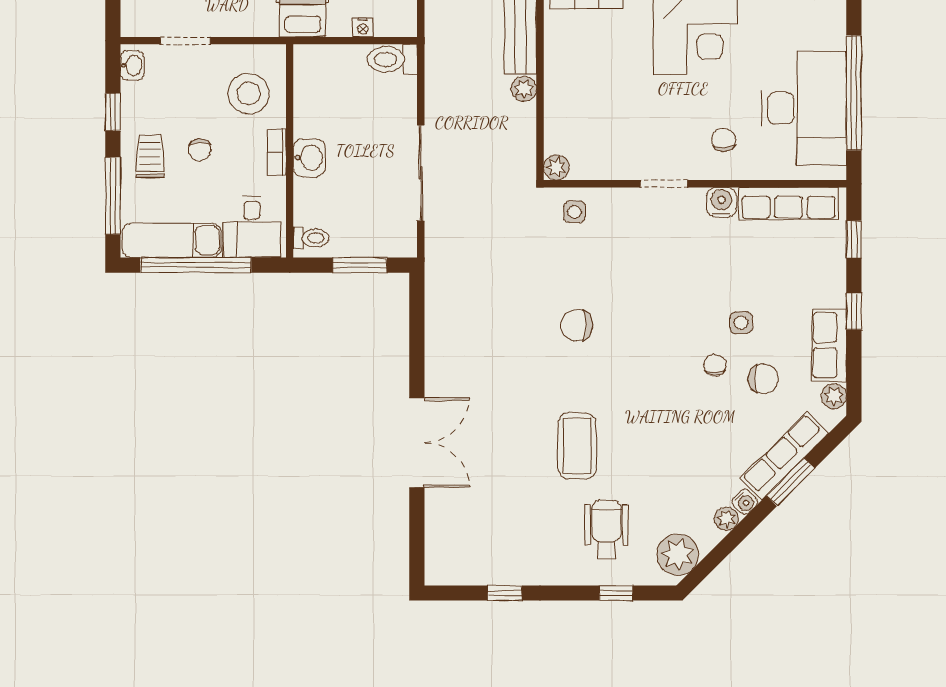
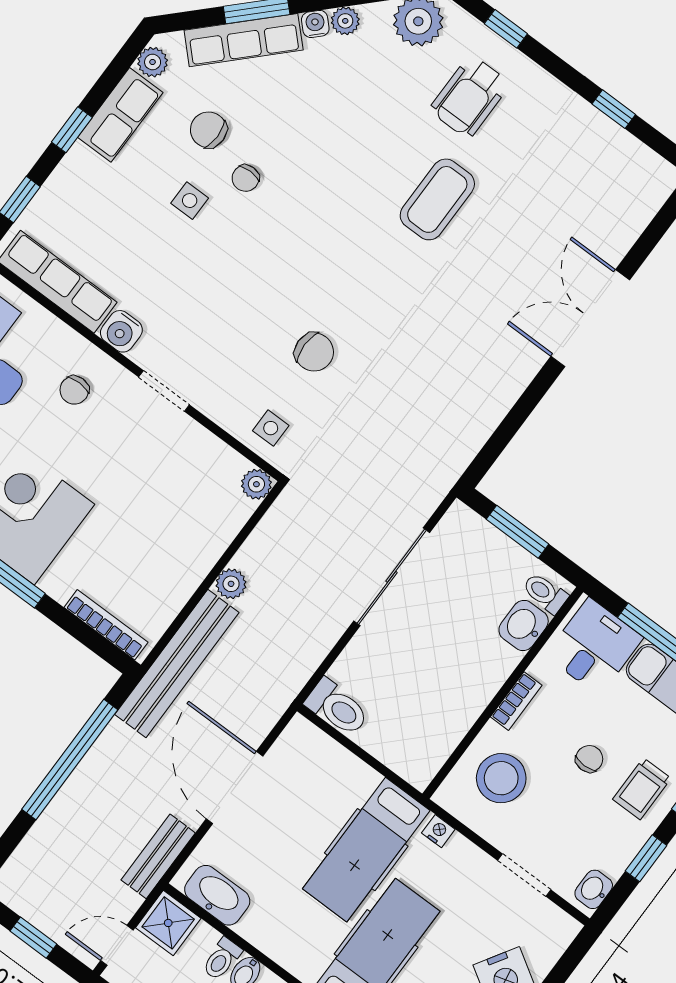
nightstand: (363, 27) -> (438, 831), moved
washbasin: (309, 158) -> (524, 625), moved
chair: (577, 325) -> (314, 352), moved

